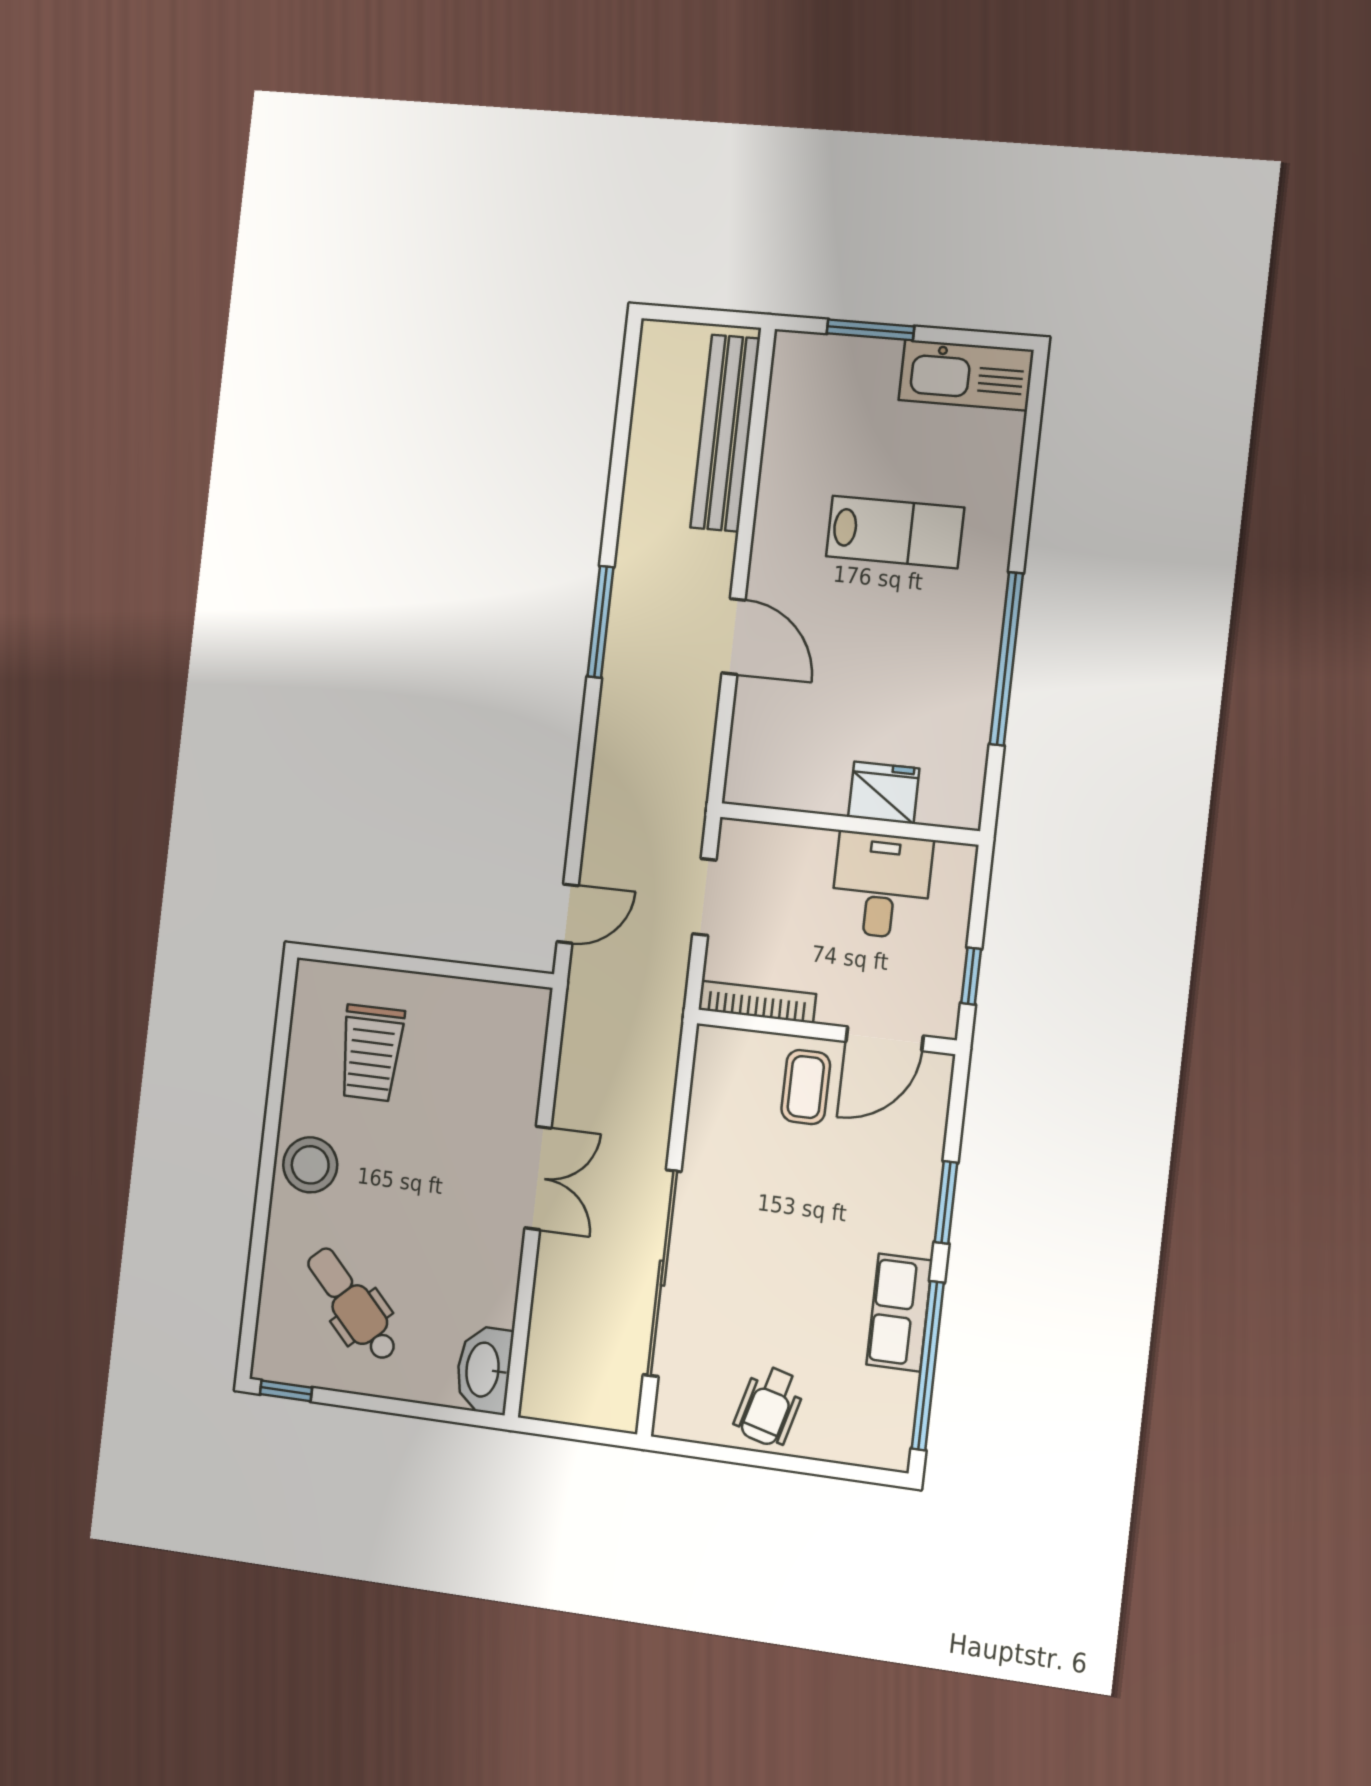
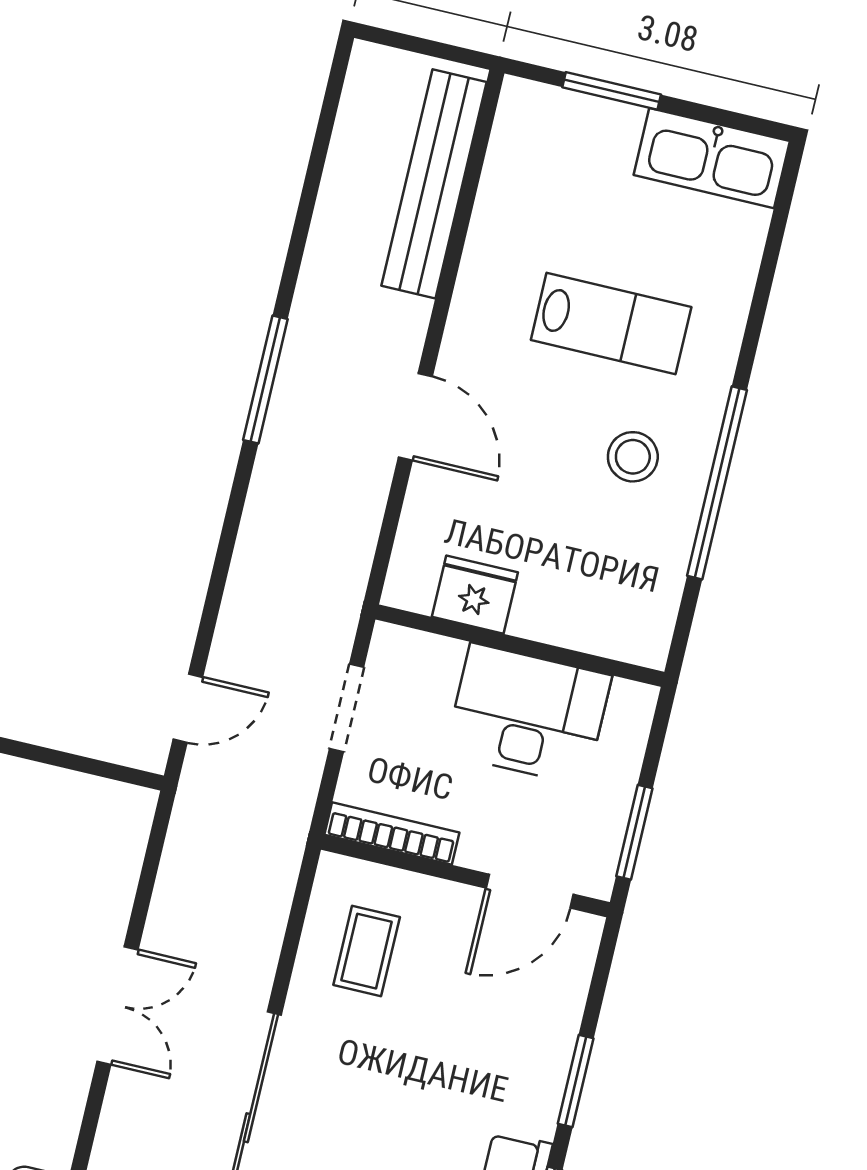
stool: (929, 646) -> (633, 457), added
fridge: (884, 793) -> (475, 595), moved
desk: (881, 885) -> (528, 714), width x1.37
window: (971, 976) -> (634, 832), width x1.50
coffee table: (806, 1087) -> (367, 951), moved

